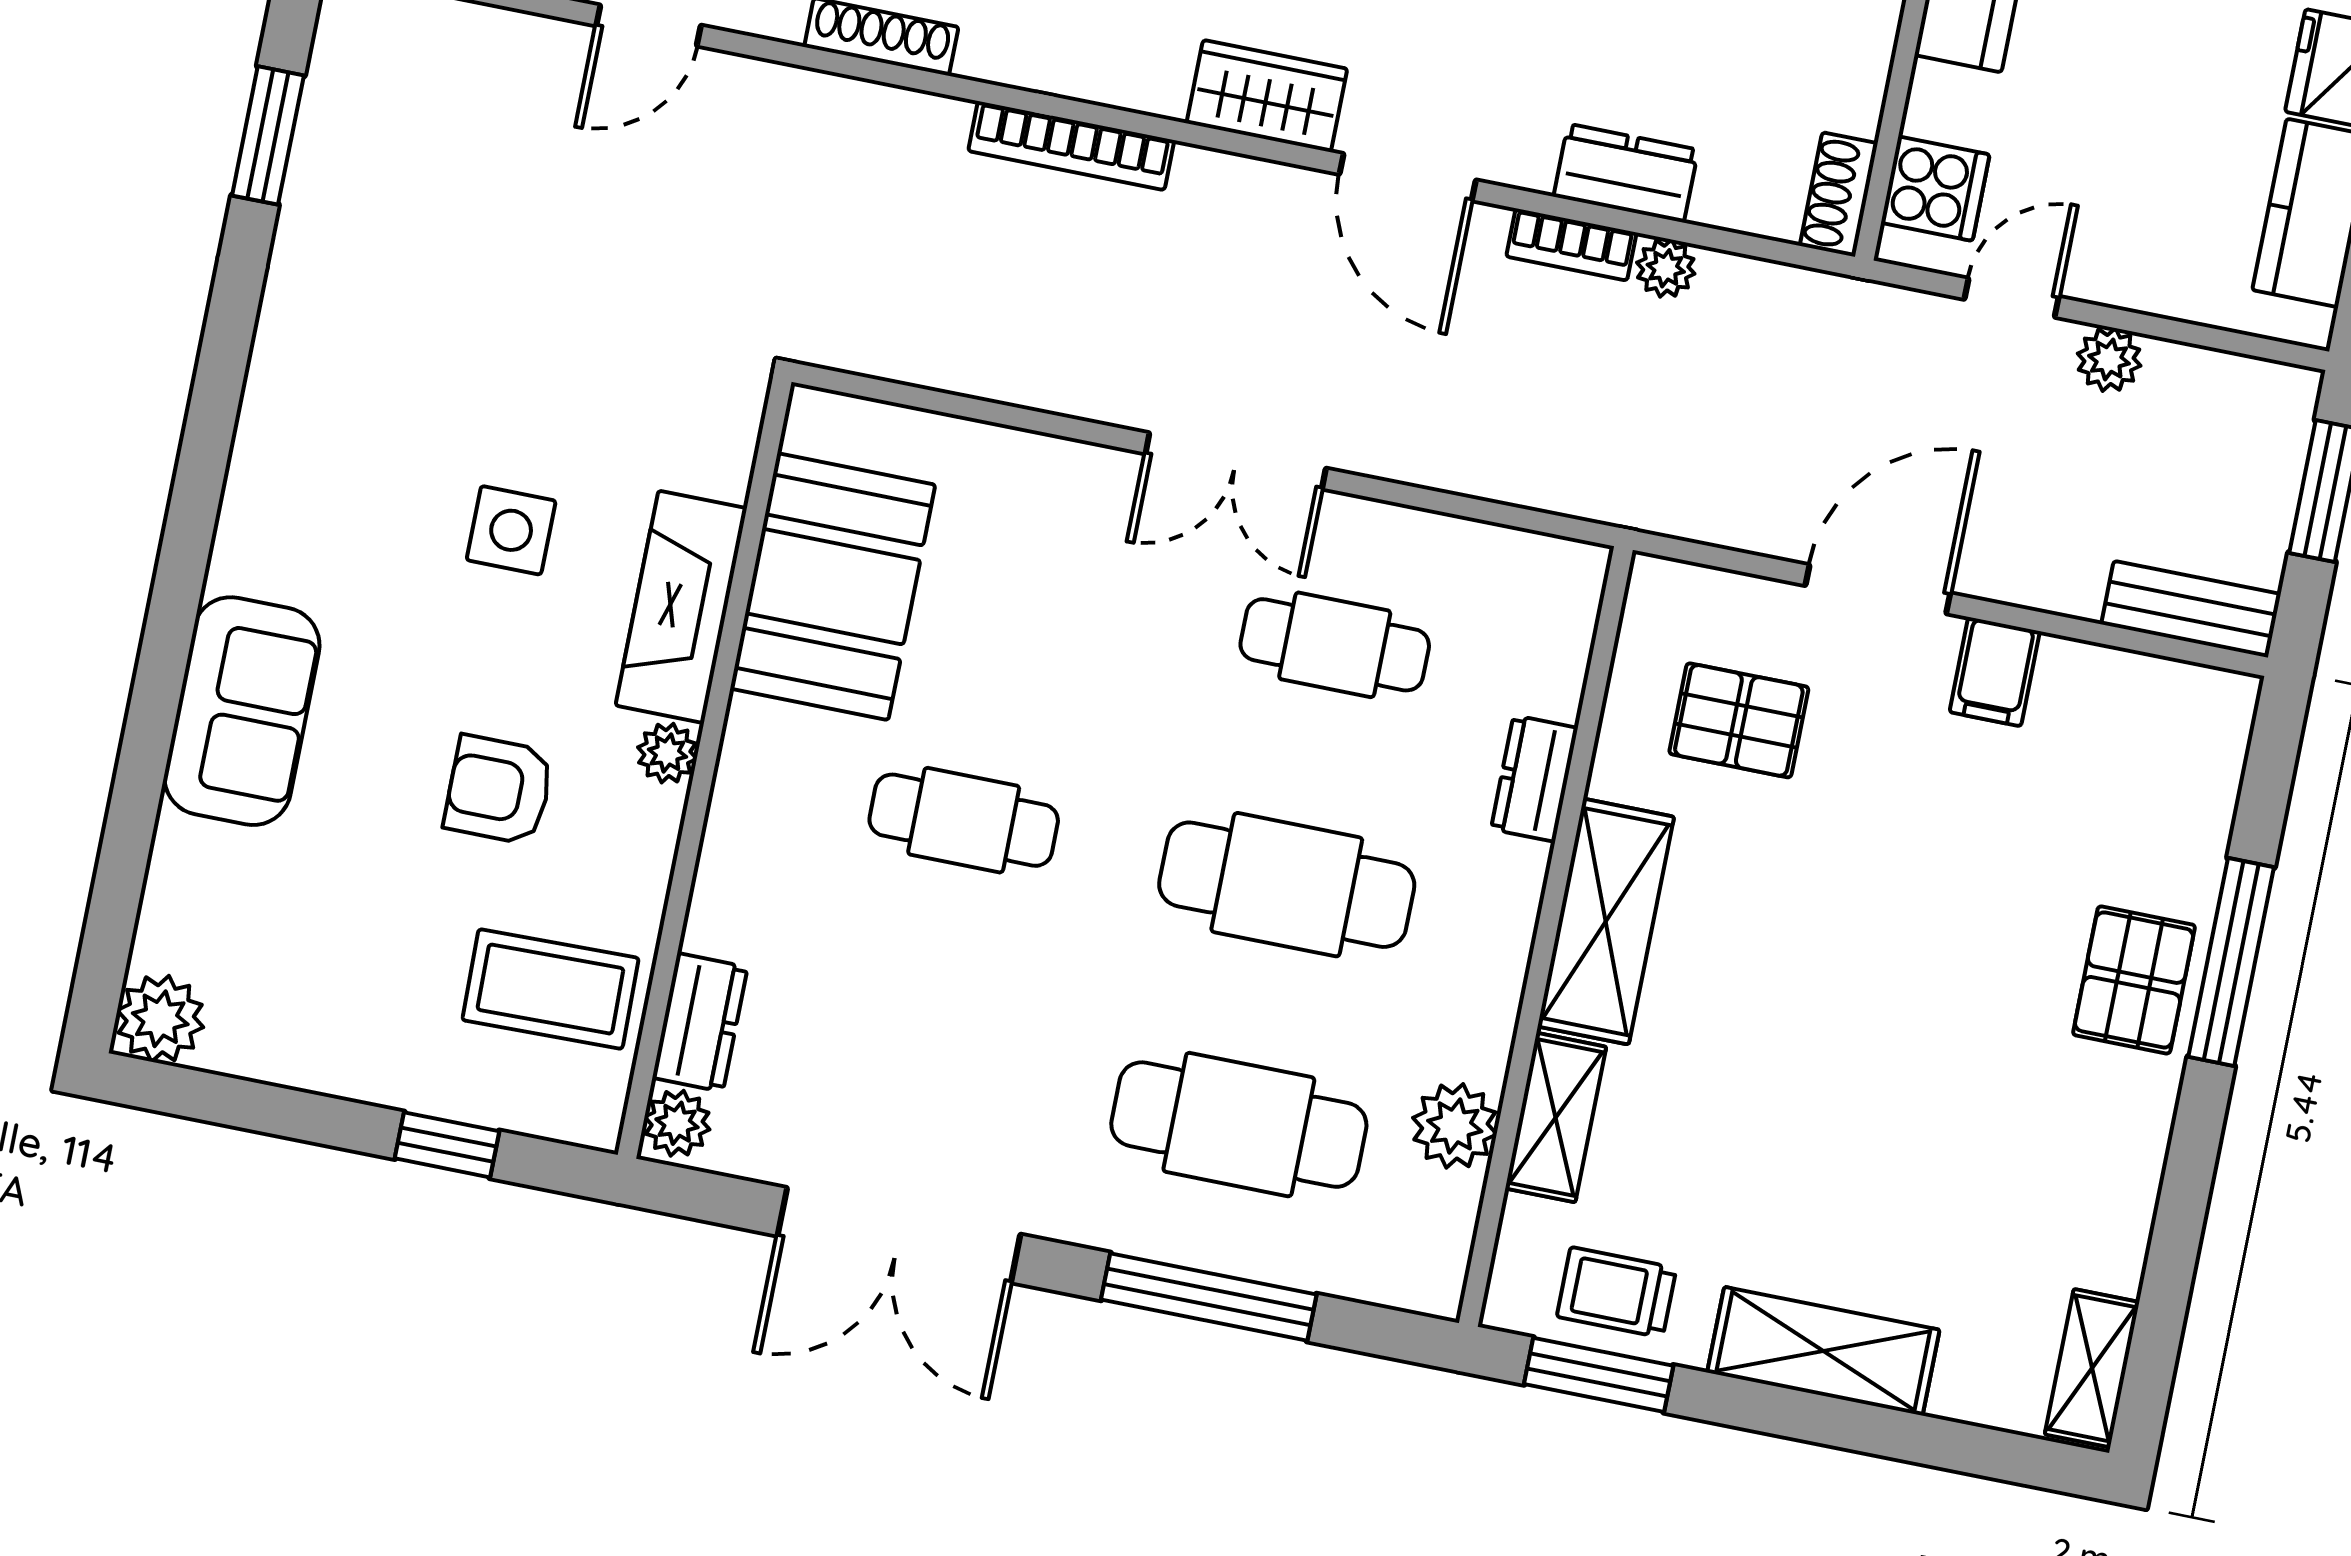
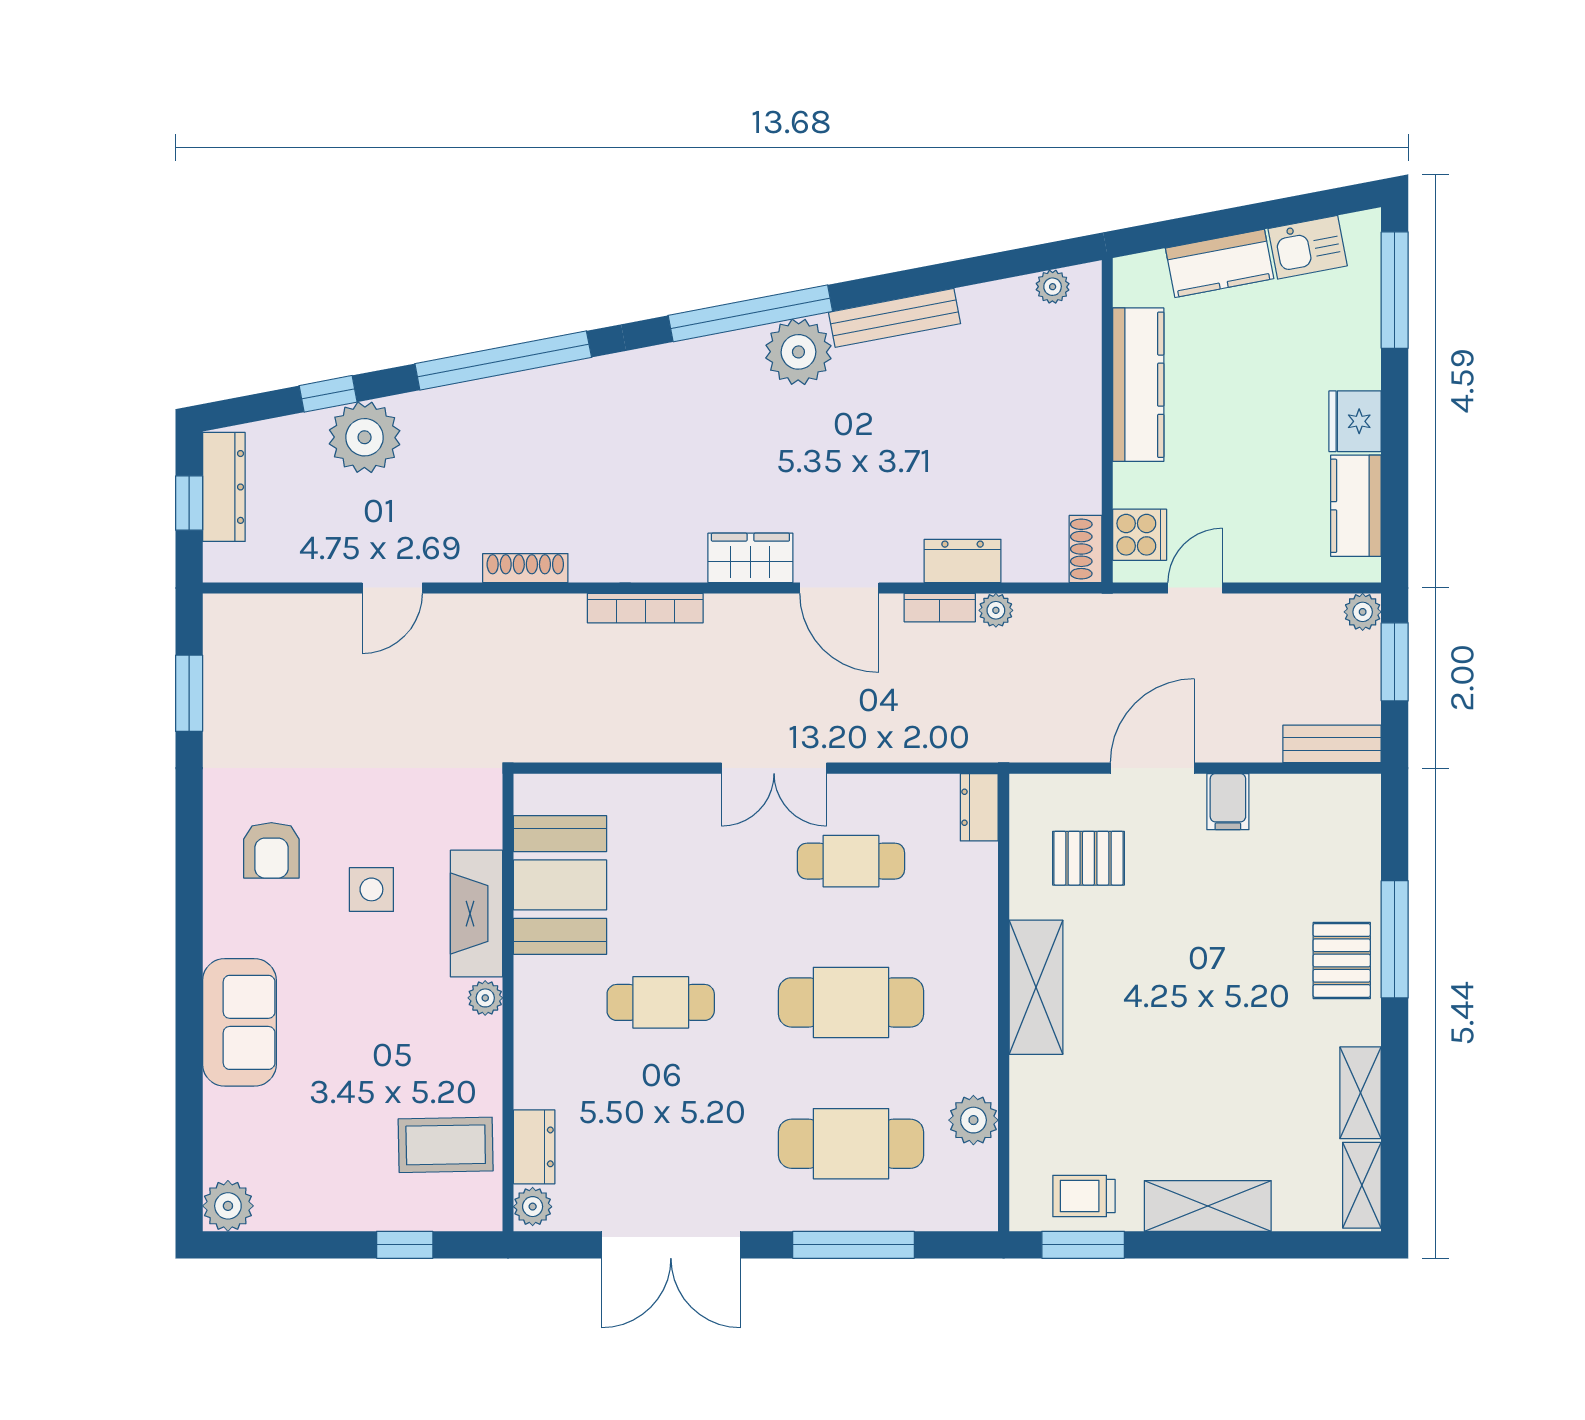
plant: (2109, 360) -> (1363, 612), moved
dresser: (1534, 779) -> (979, 807), moved
armchair: (499, 790) -> (271, 850), moved, turned -90
shelving: (1556, 1118) -> (1361, 1093), moved

